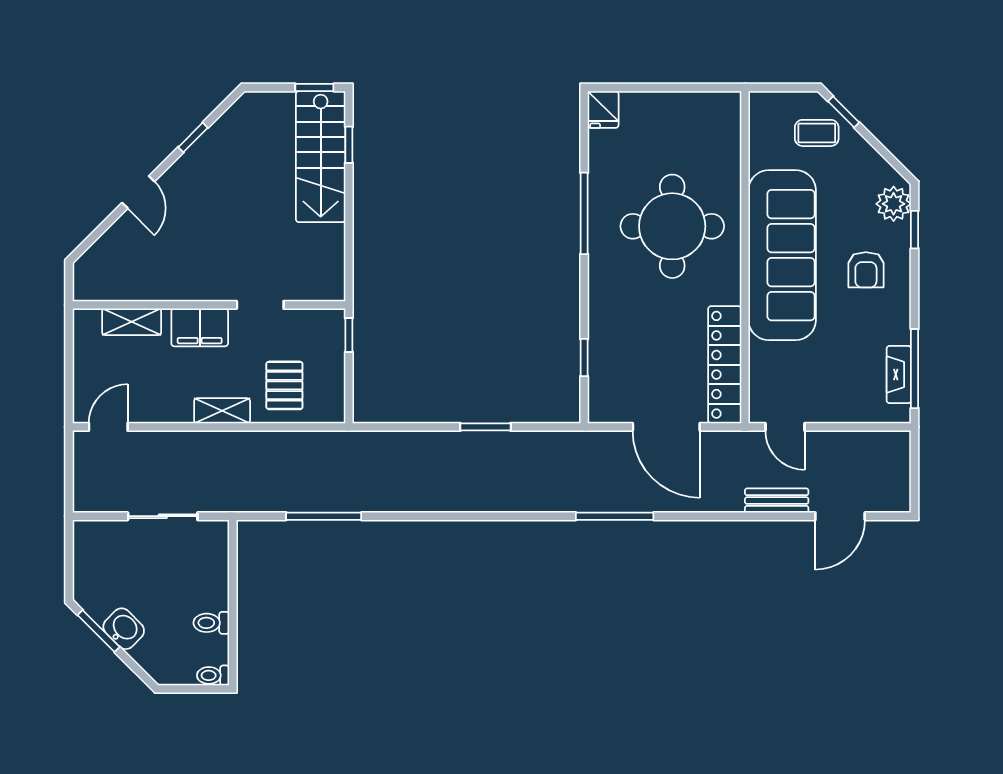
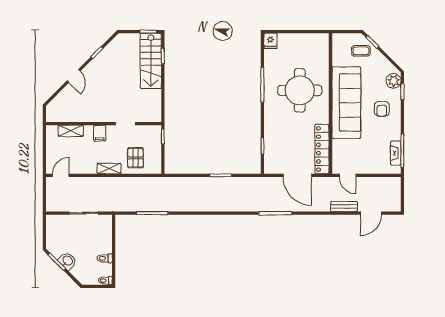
filing cabinet: (200, 327) -> (100, 133), width x0.50

